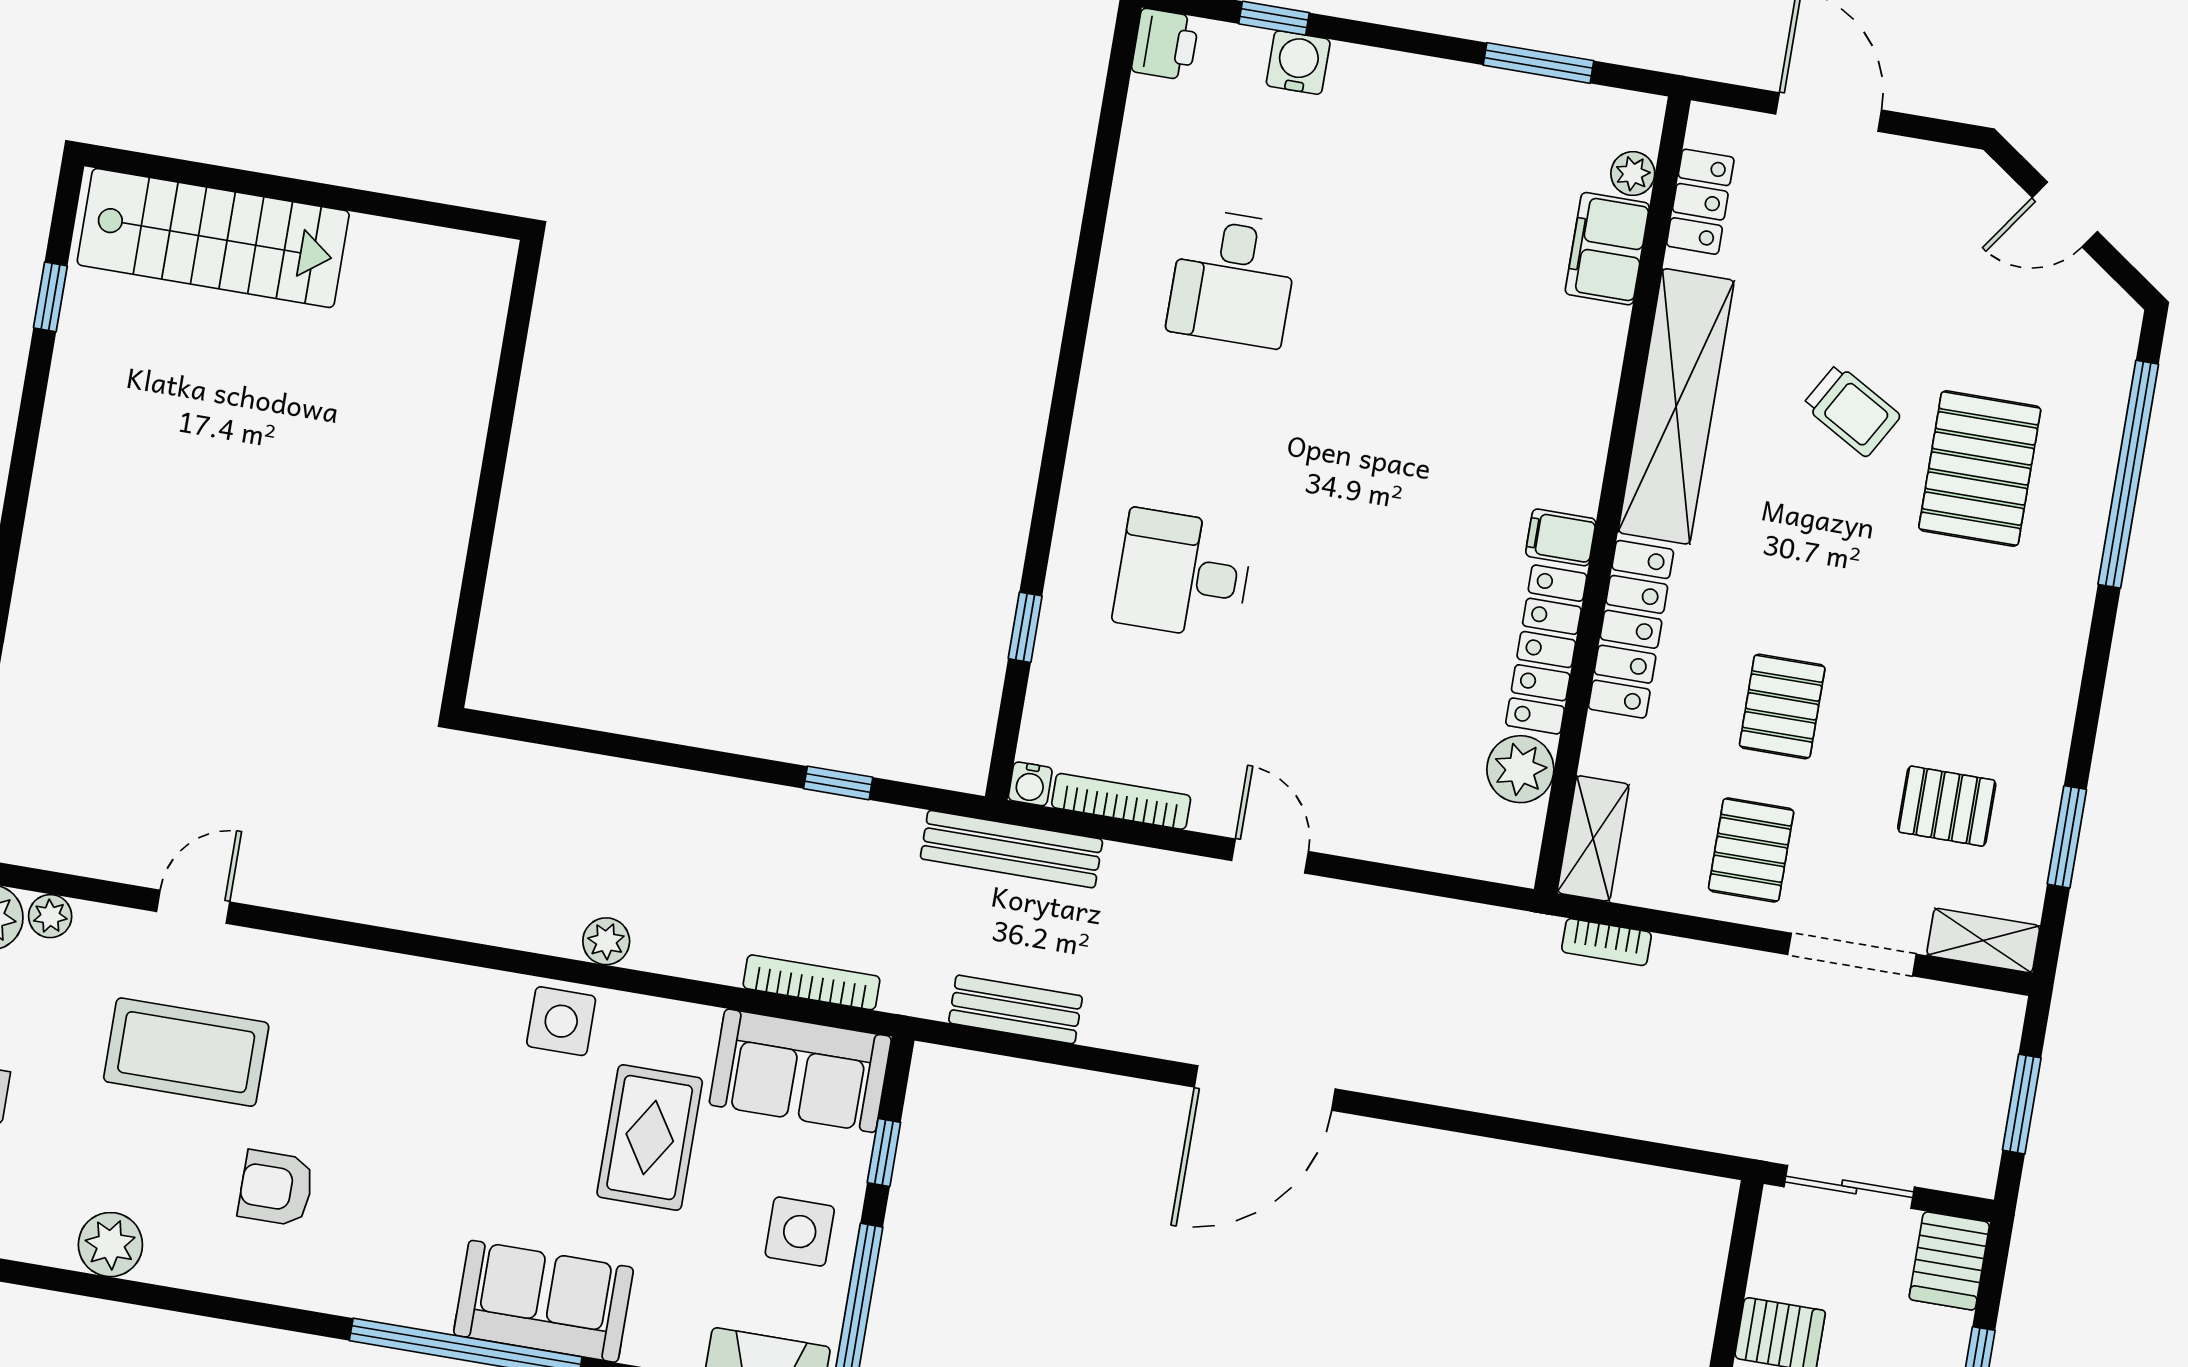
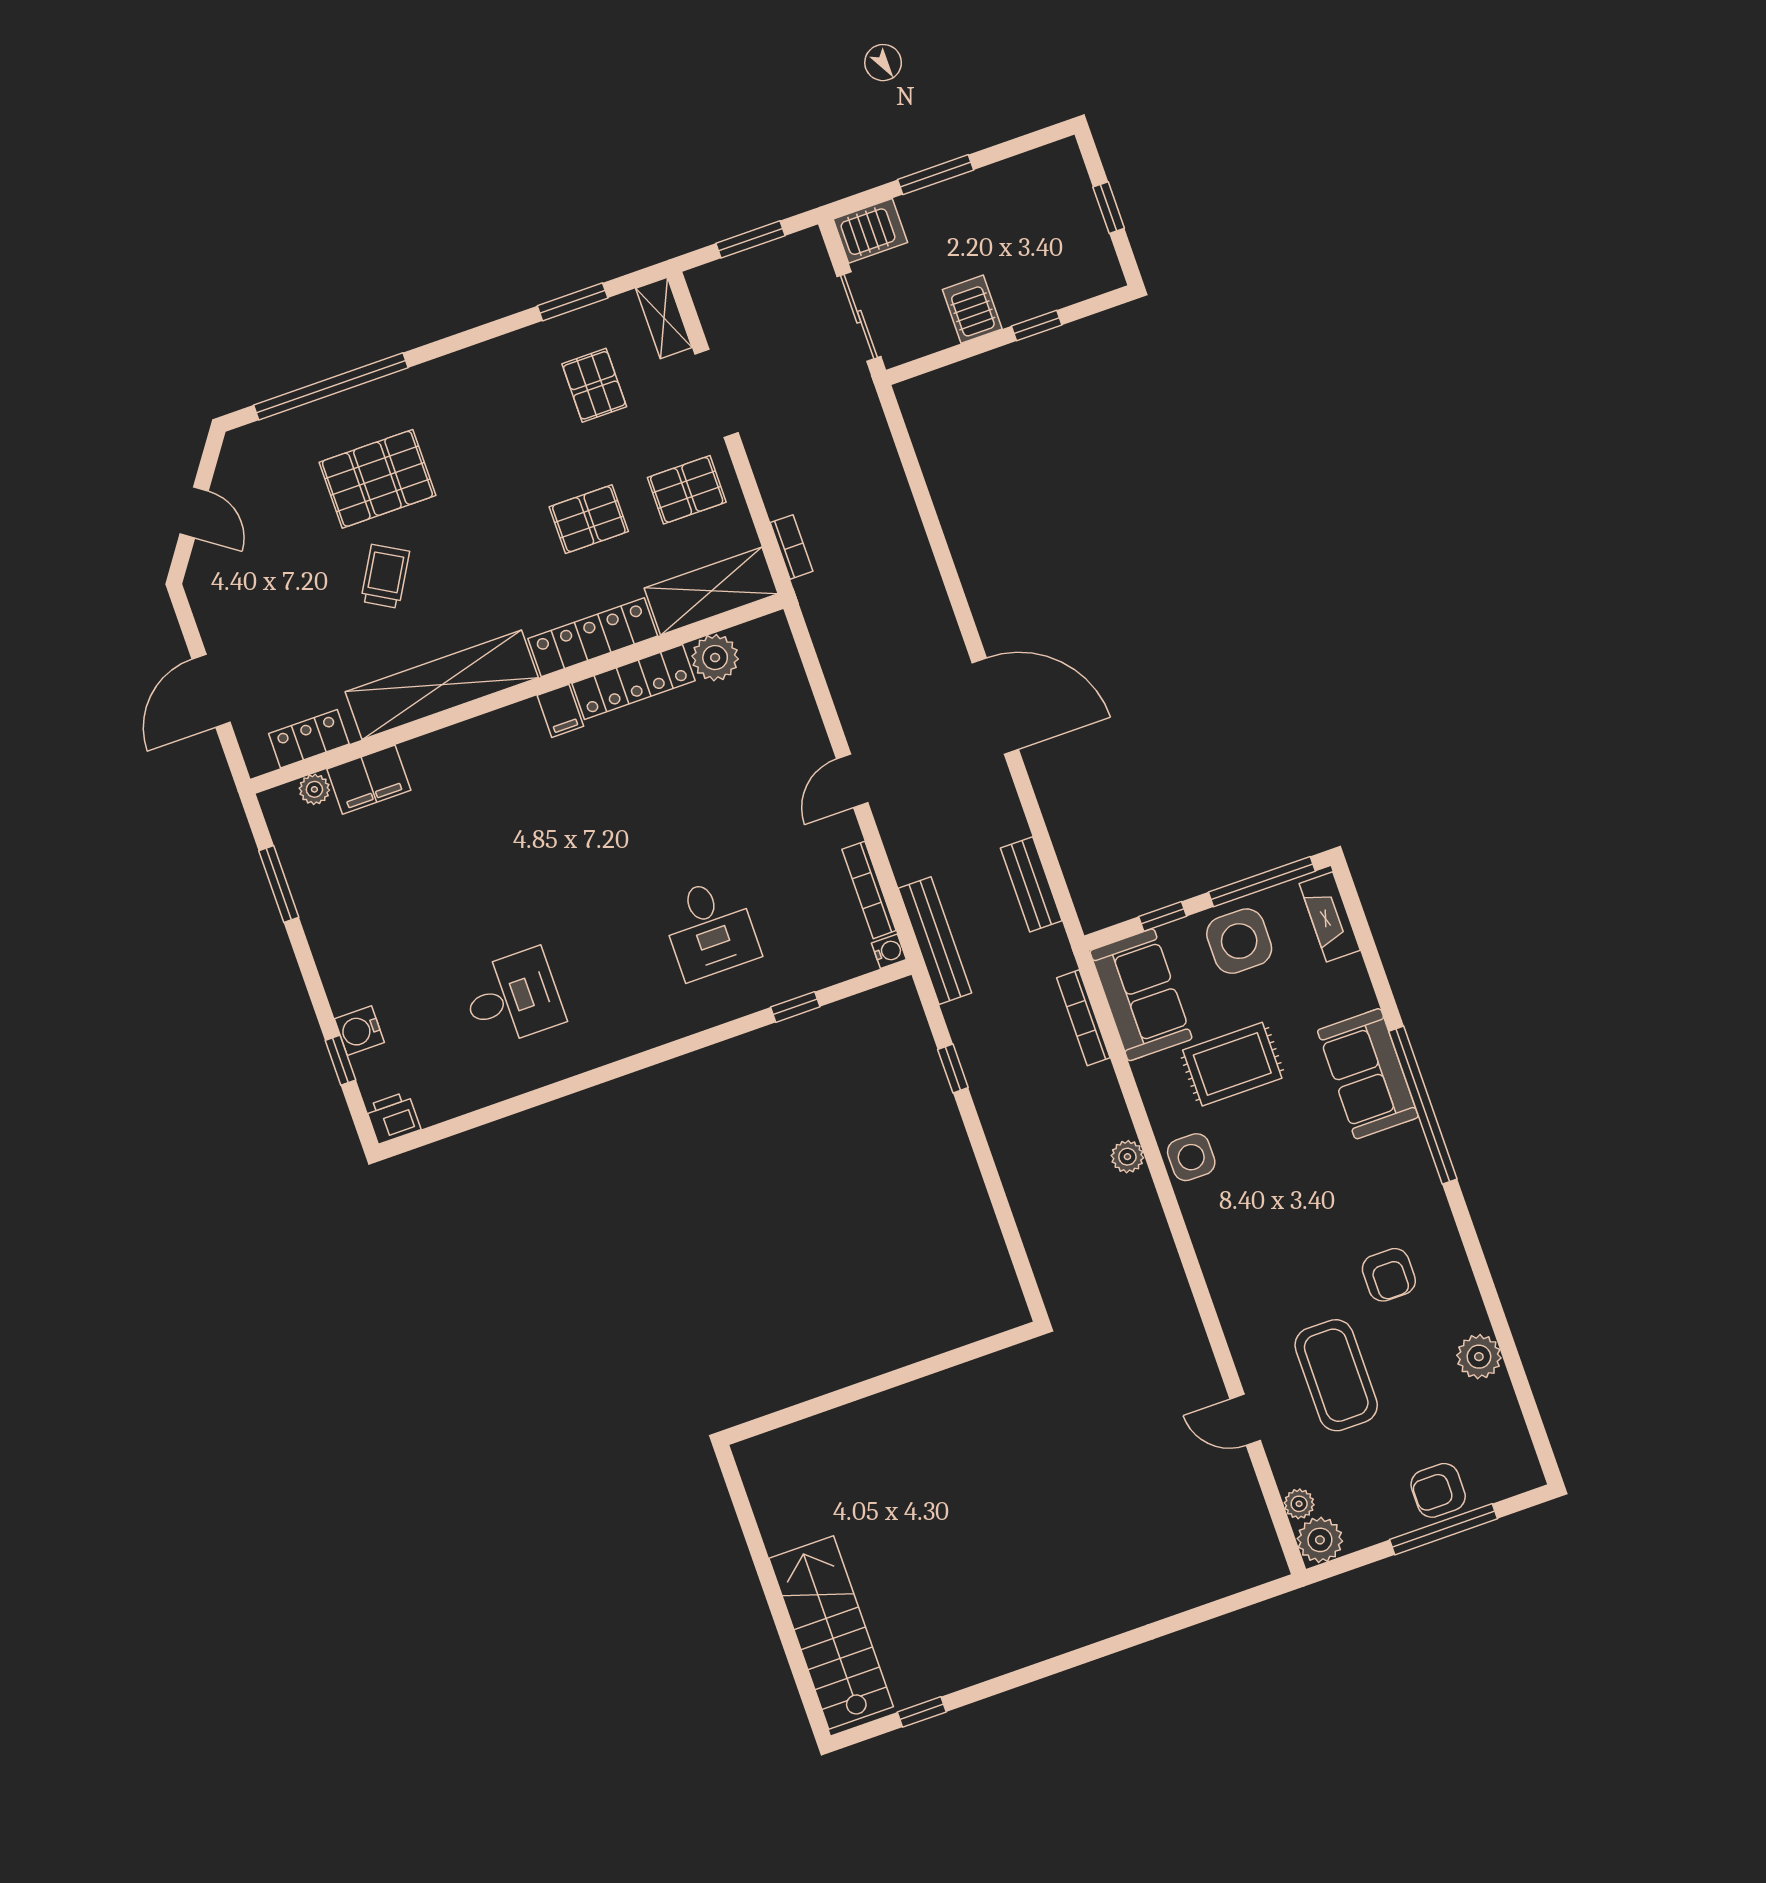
shelving: (1593, 838) -> (711, 591), width x1.50, depth x1.33
side table: (800, 1232) -> (1239, 941), width x1.37, depth x1.37

